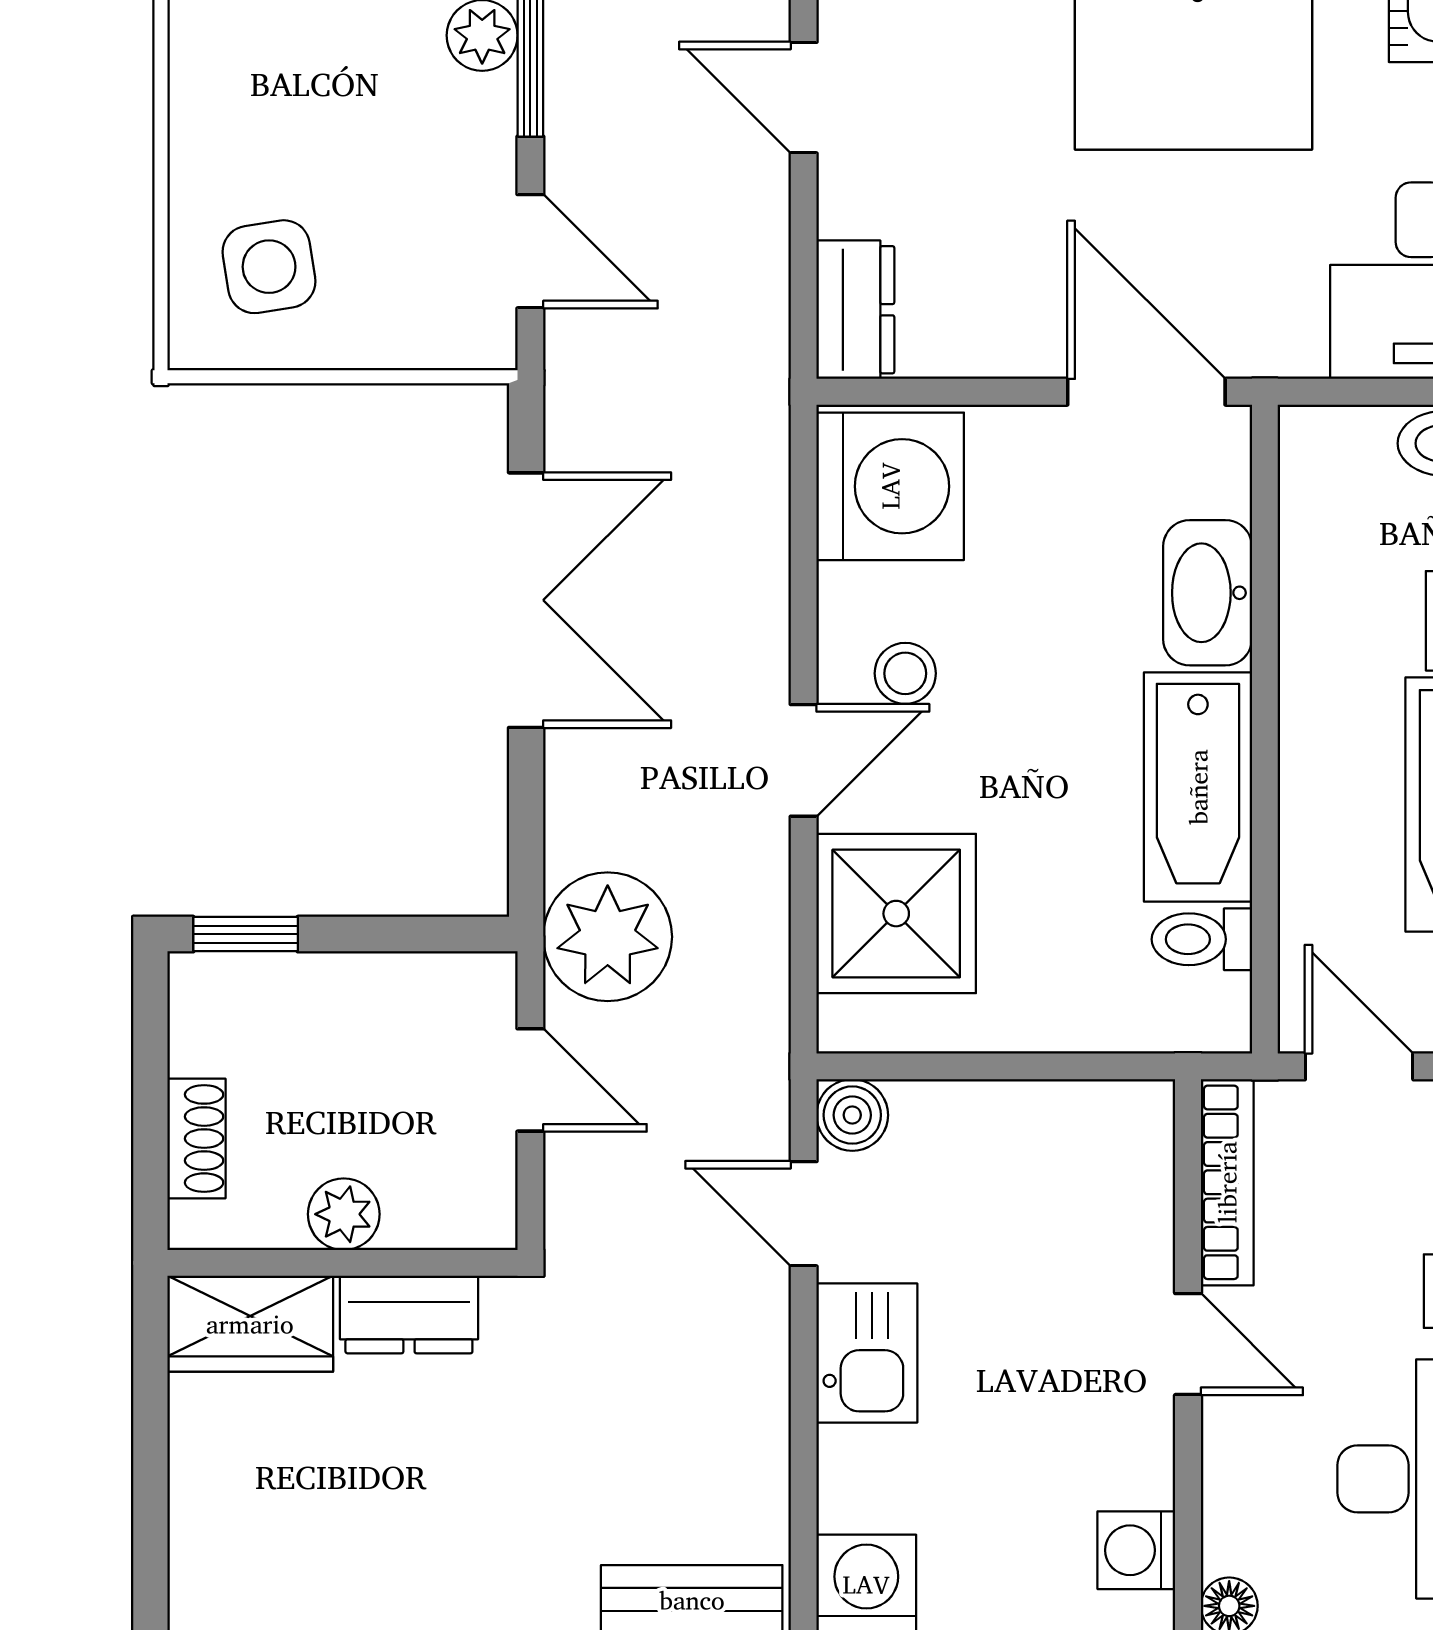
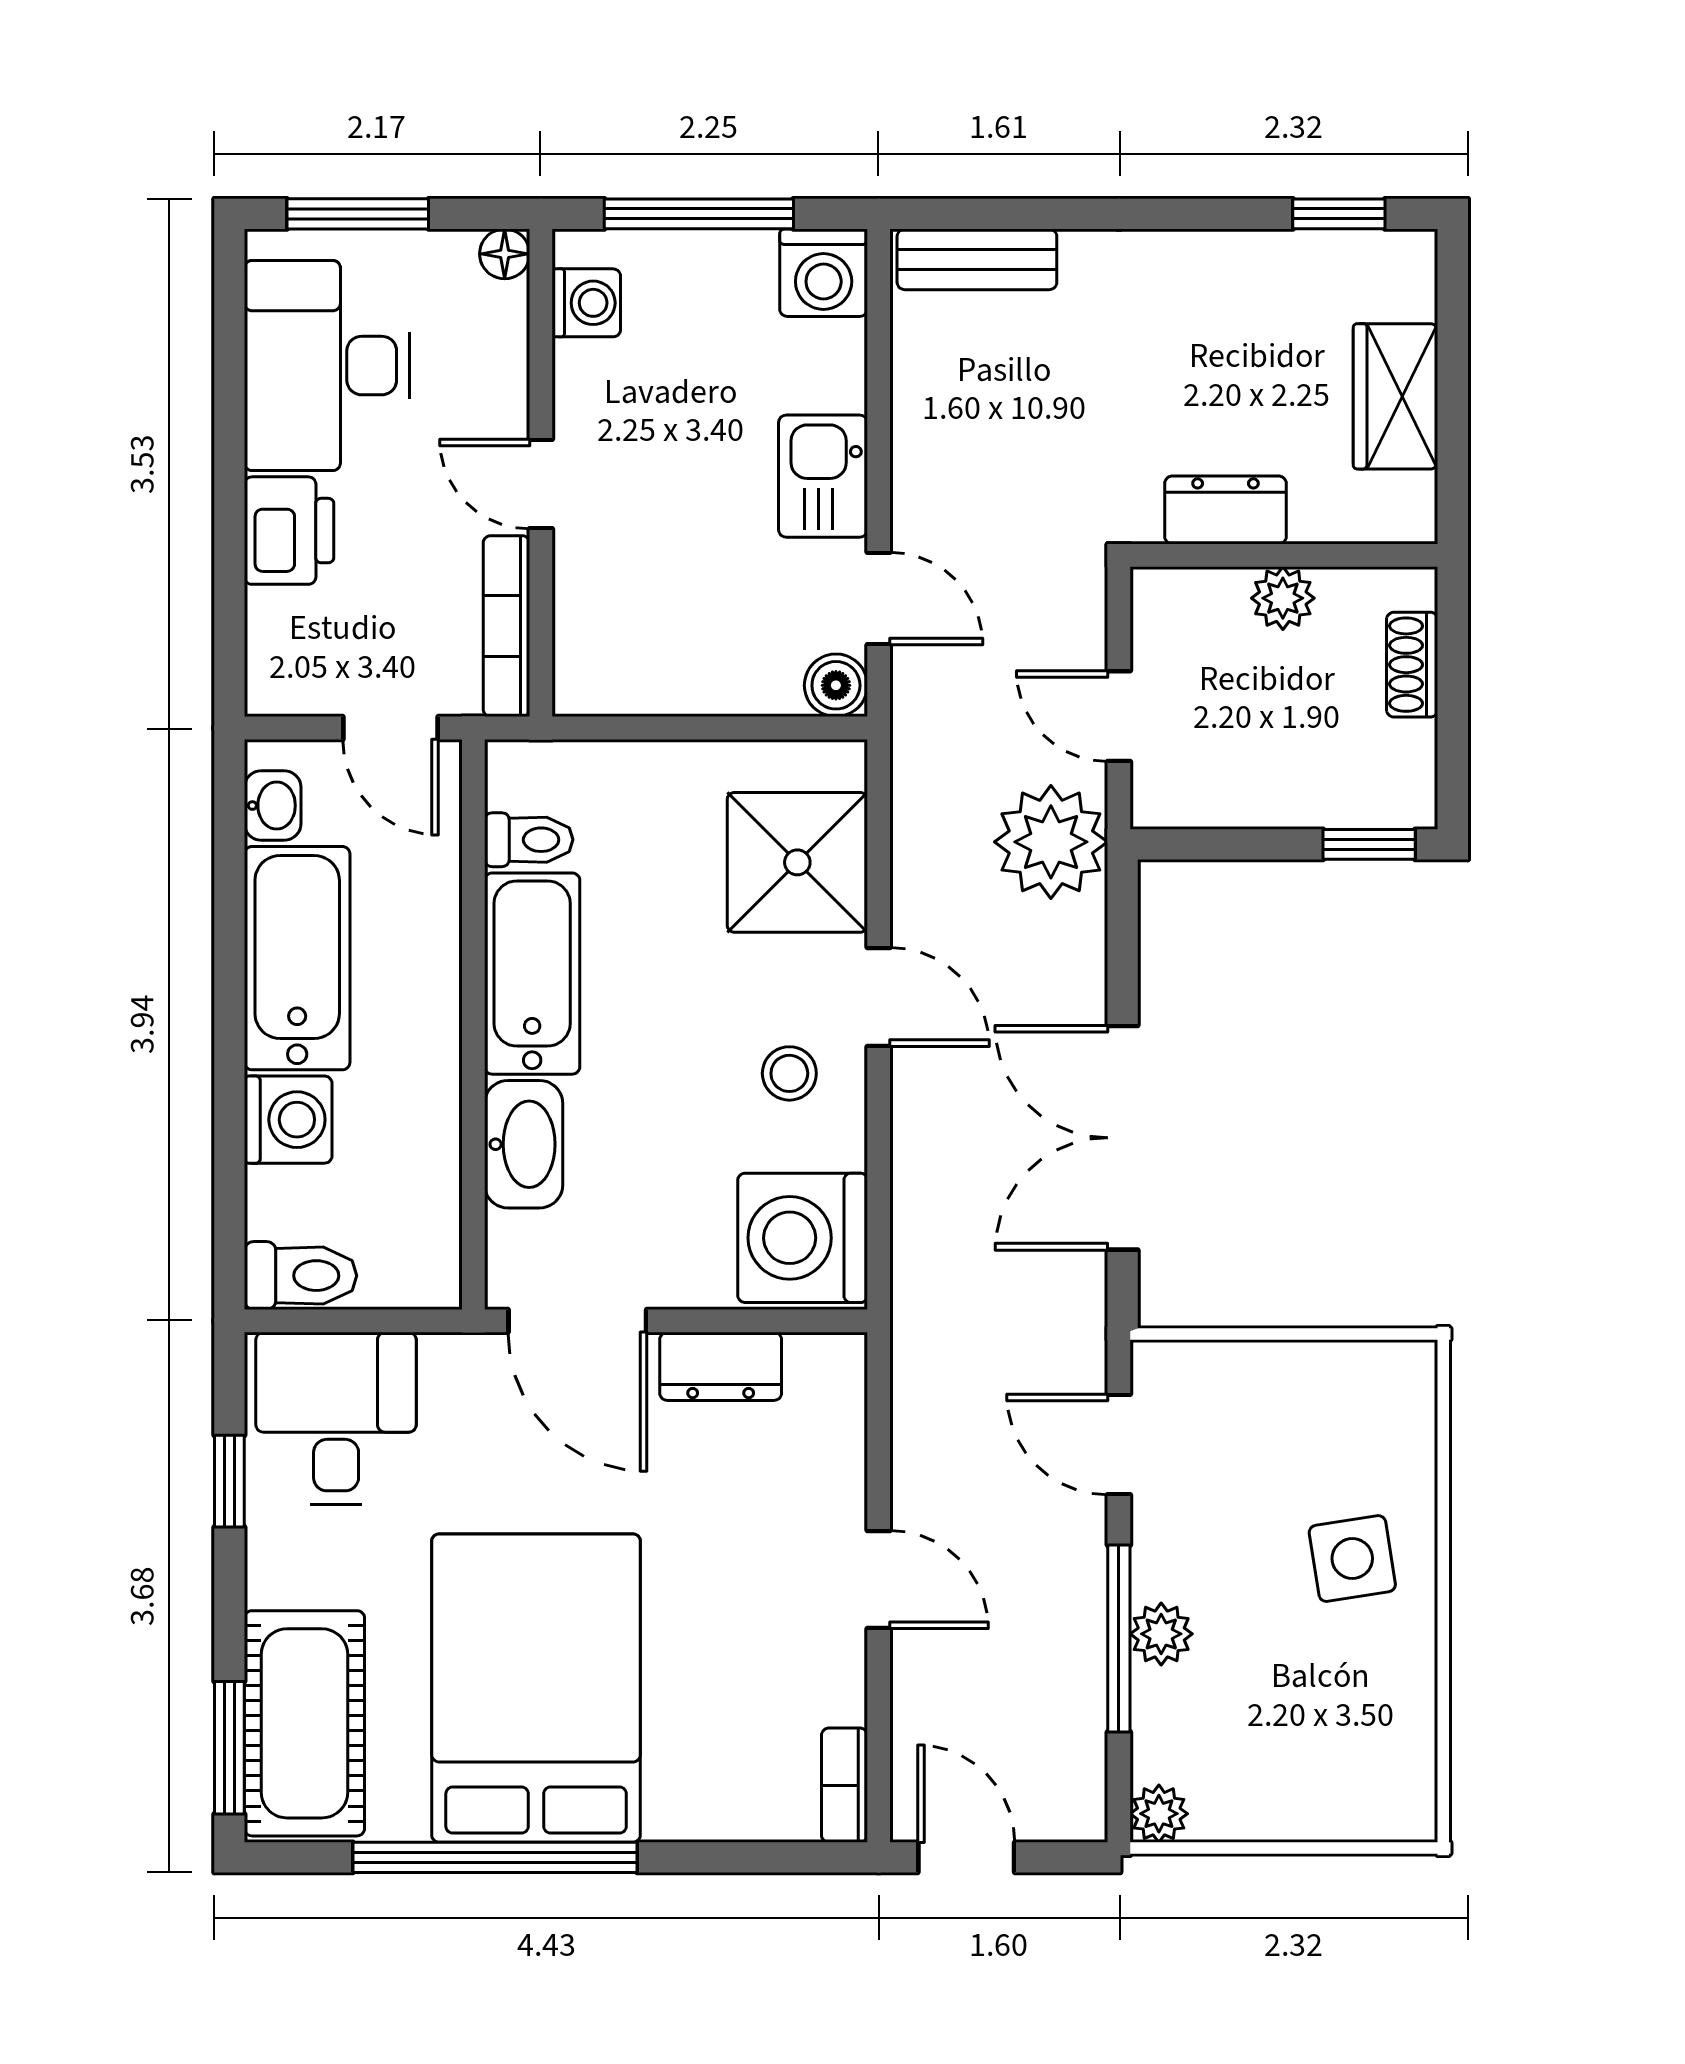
side table: (269, 267) -> (1352, 1558), moved
dresser: (855, 310) -> (721, 1366), moved, turned -90
door: (804, 760) -> (879, 997), swing flipped
wardrobe: (250, 1324) -> (1396, 396), moved, turned -90

